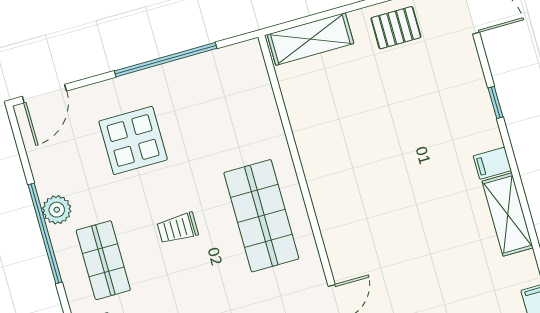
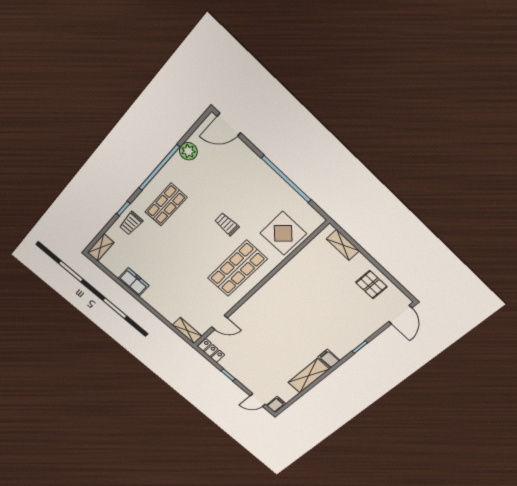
shelving: (310, 39) -> (343, 245), width x0.67, depth x0.75
display table: (133, 140) -> (283, 233), moved
plant: (57, 210) -> (188, 151), moved
trolley: (178, 228) -> (227, 224), moved

